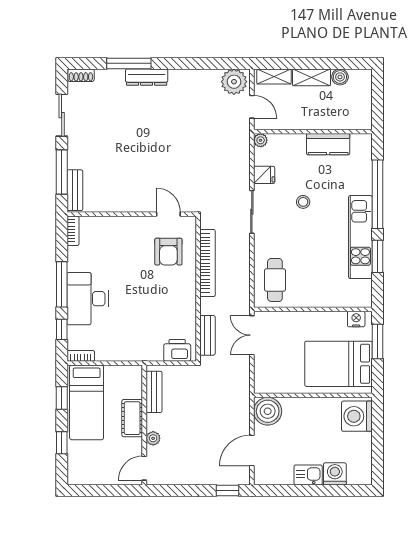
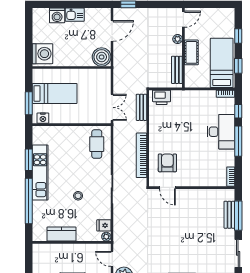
fridge: (264, 175) -> (104, 225), moved
bench: (75, 190) -> (229, 215), moved
bed: (338, 364) -> (55, 93), width x0.67

